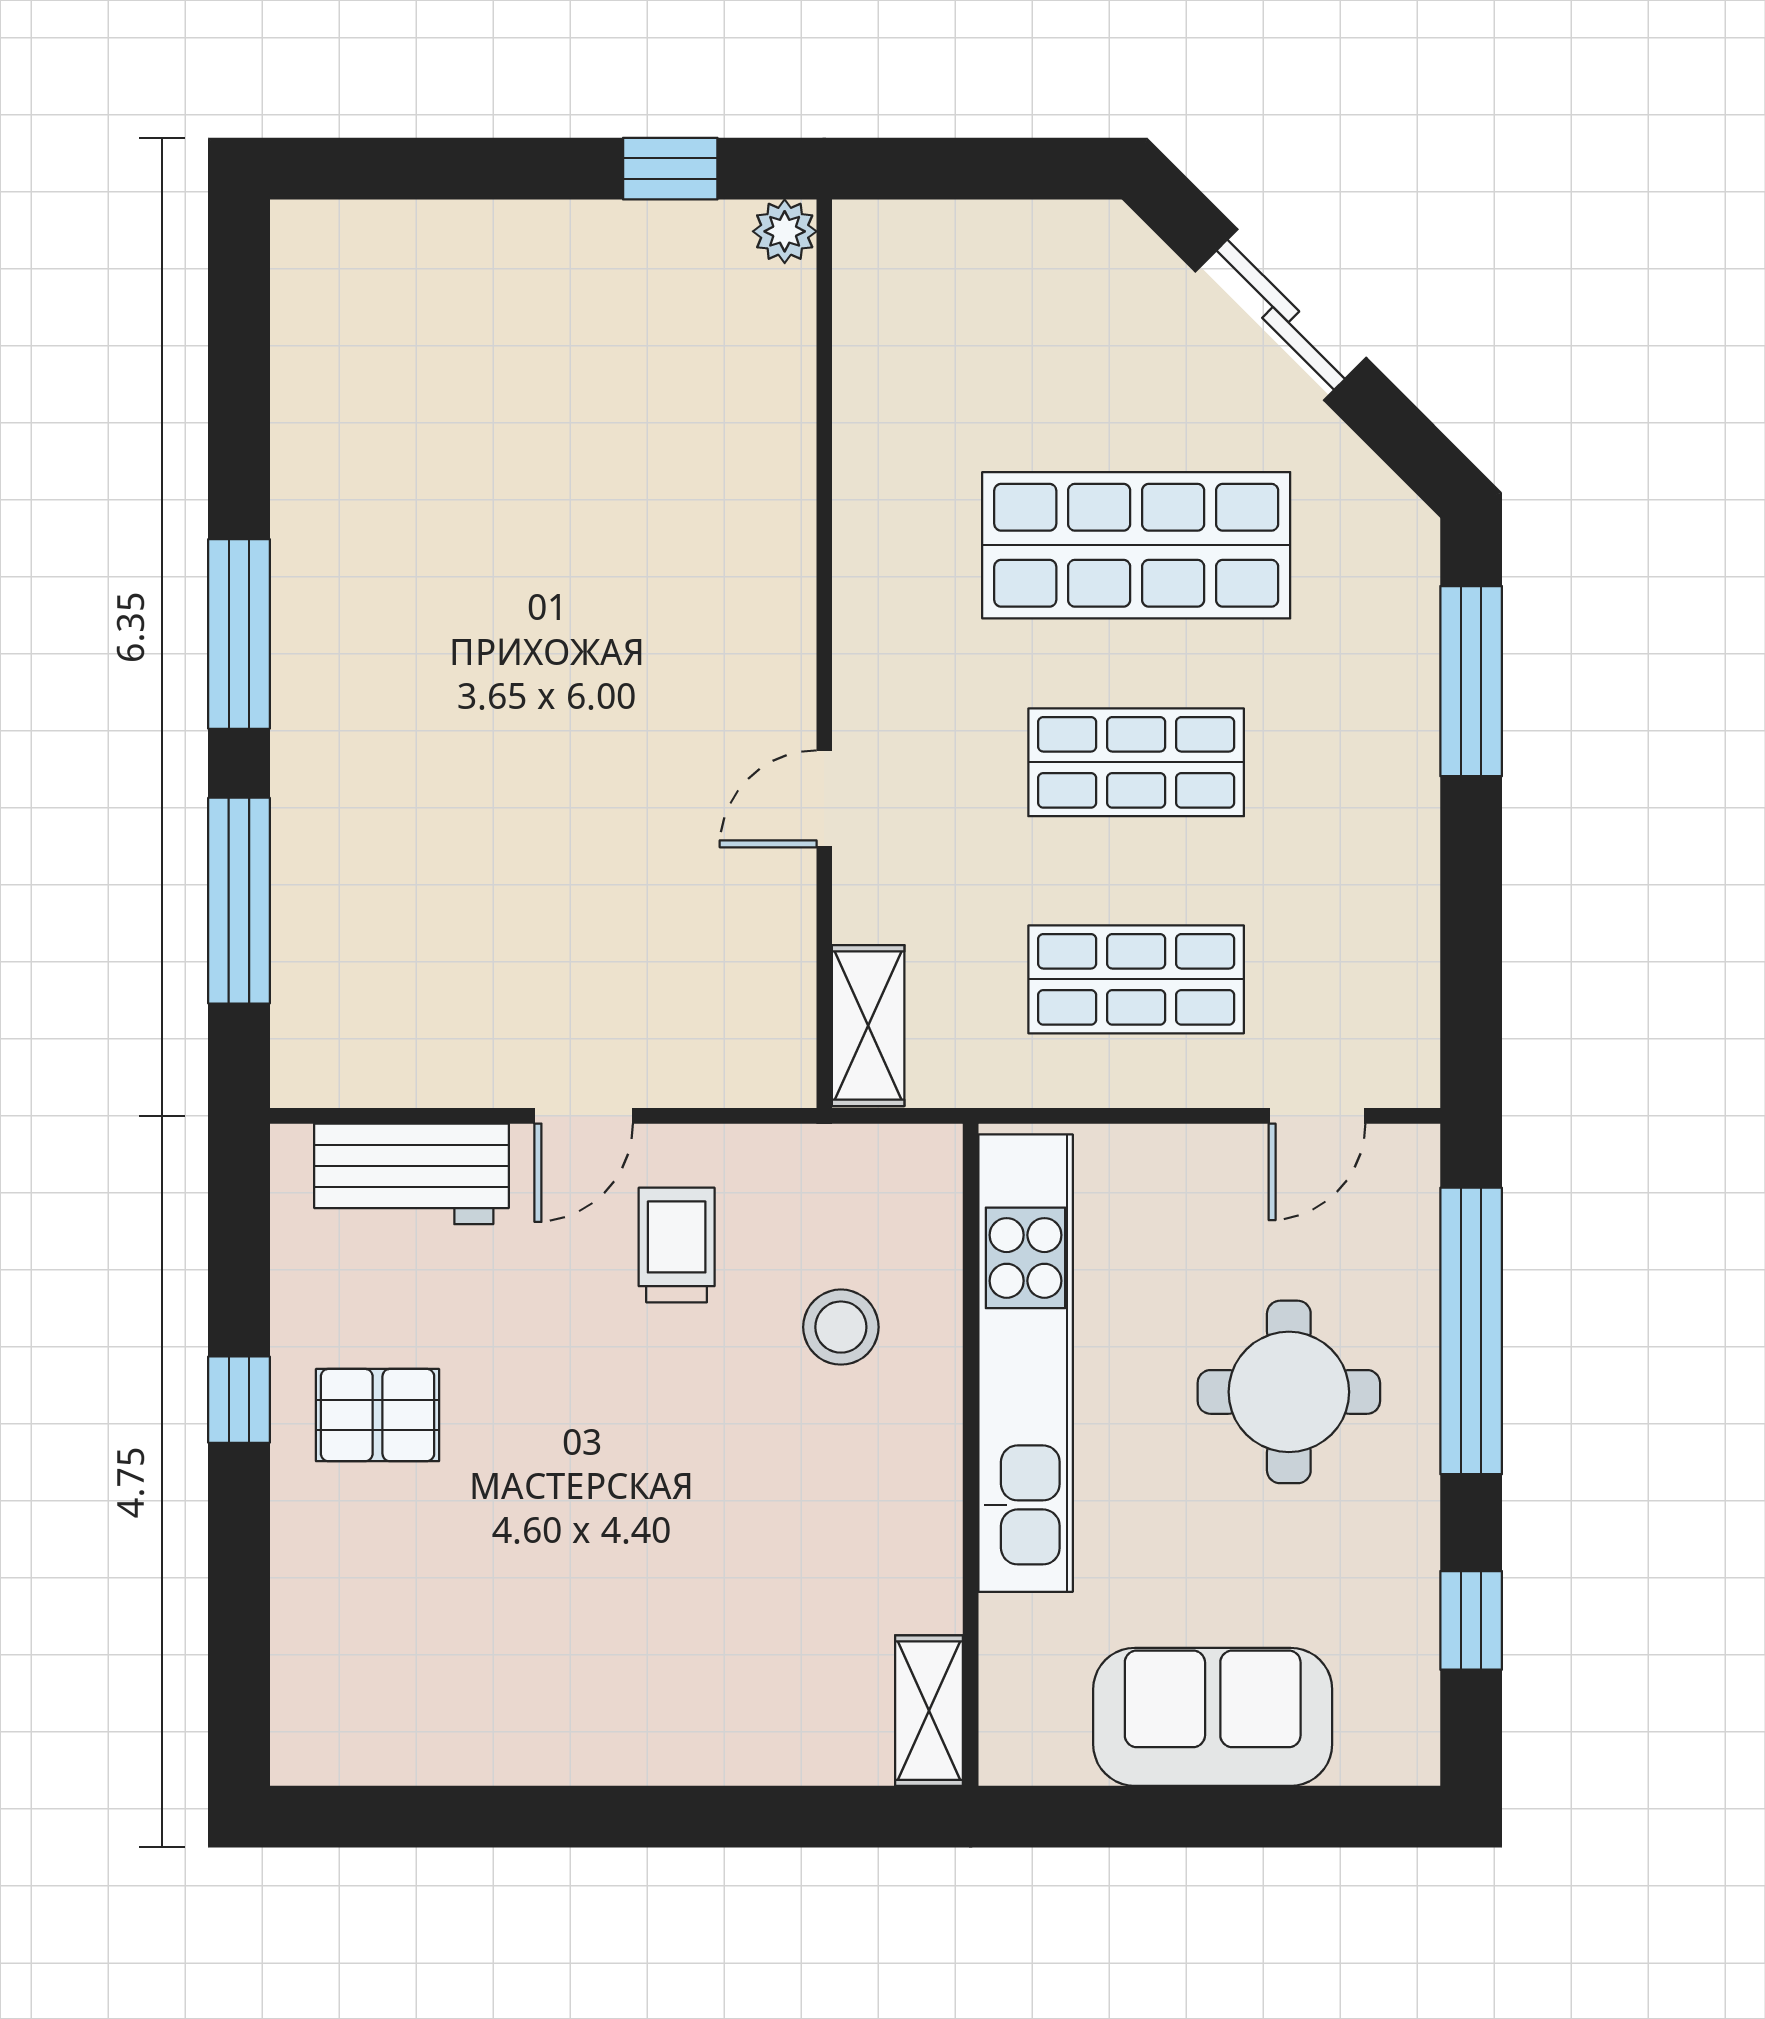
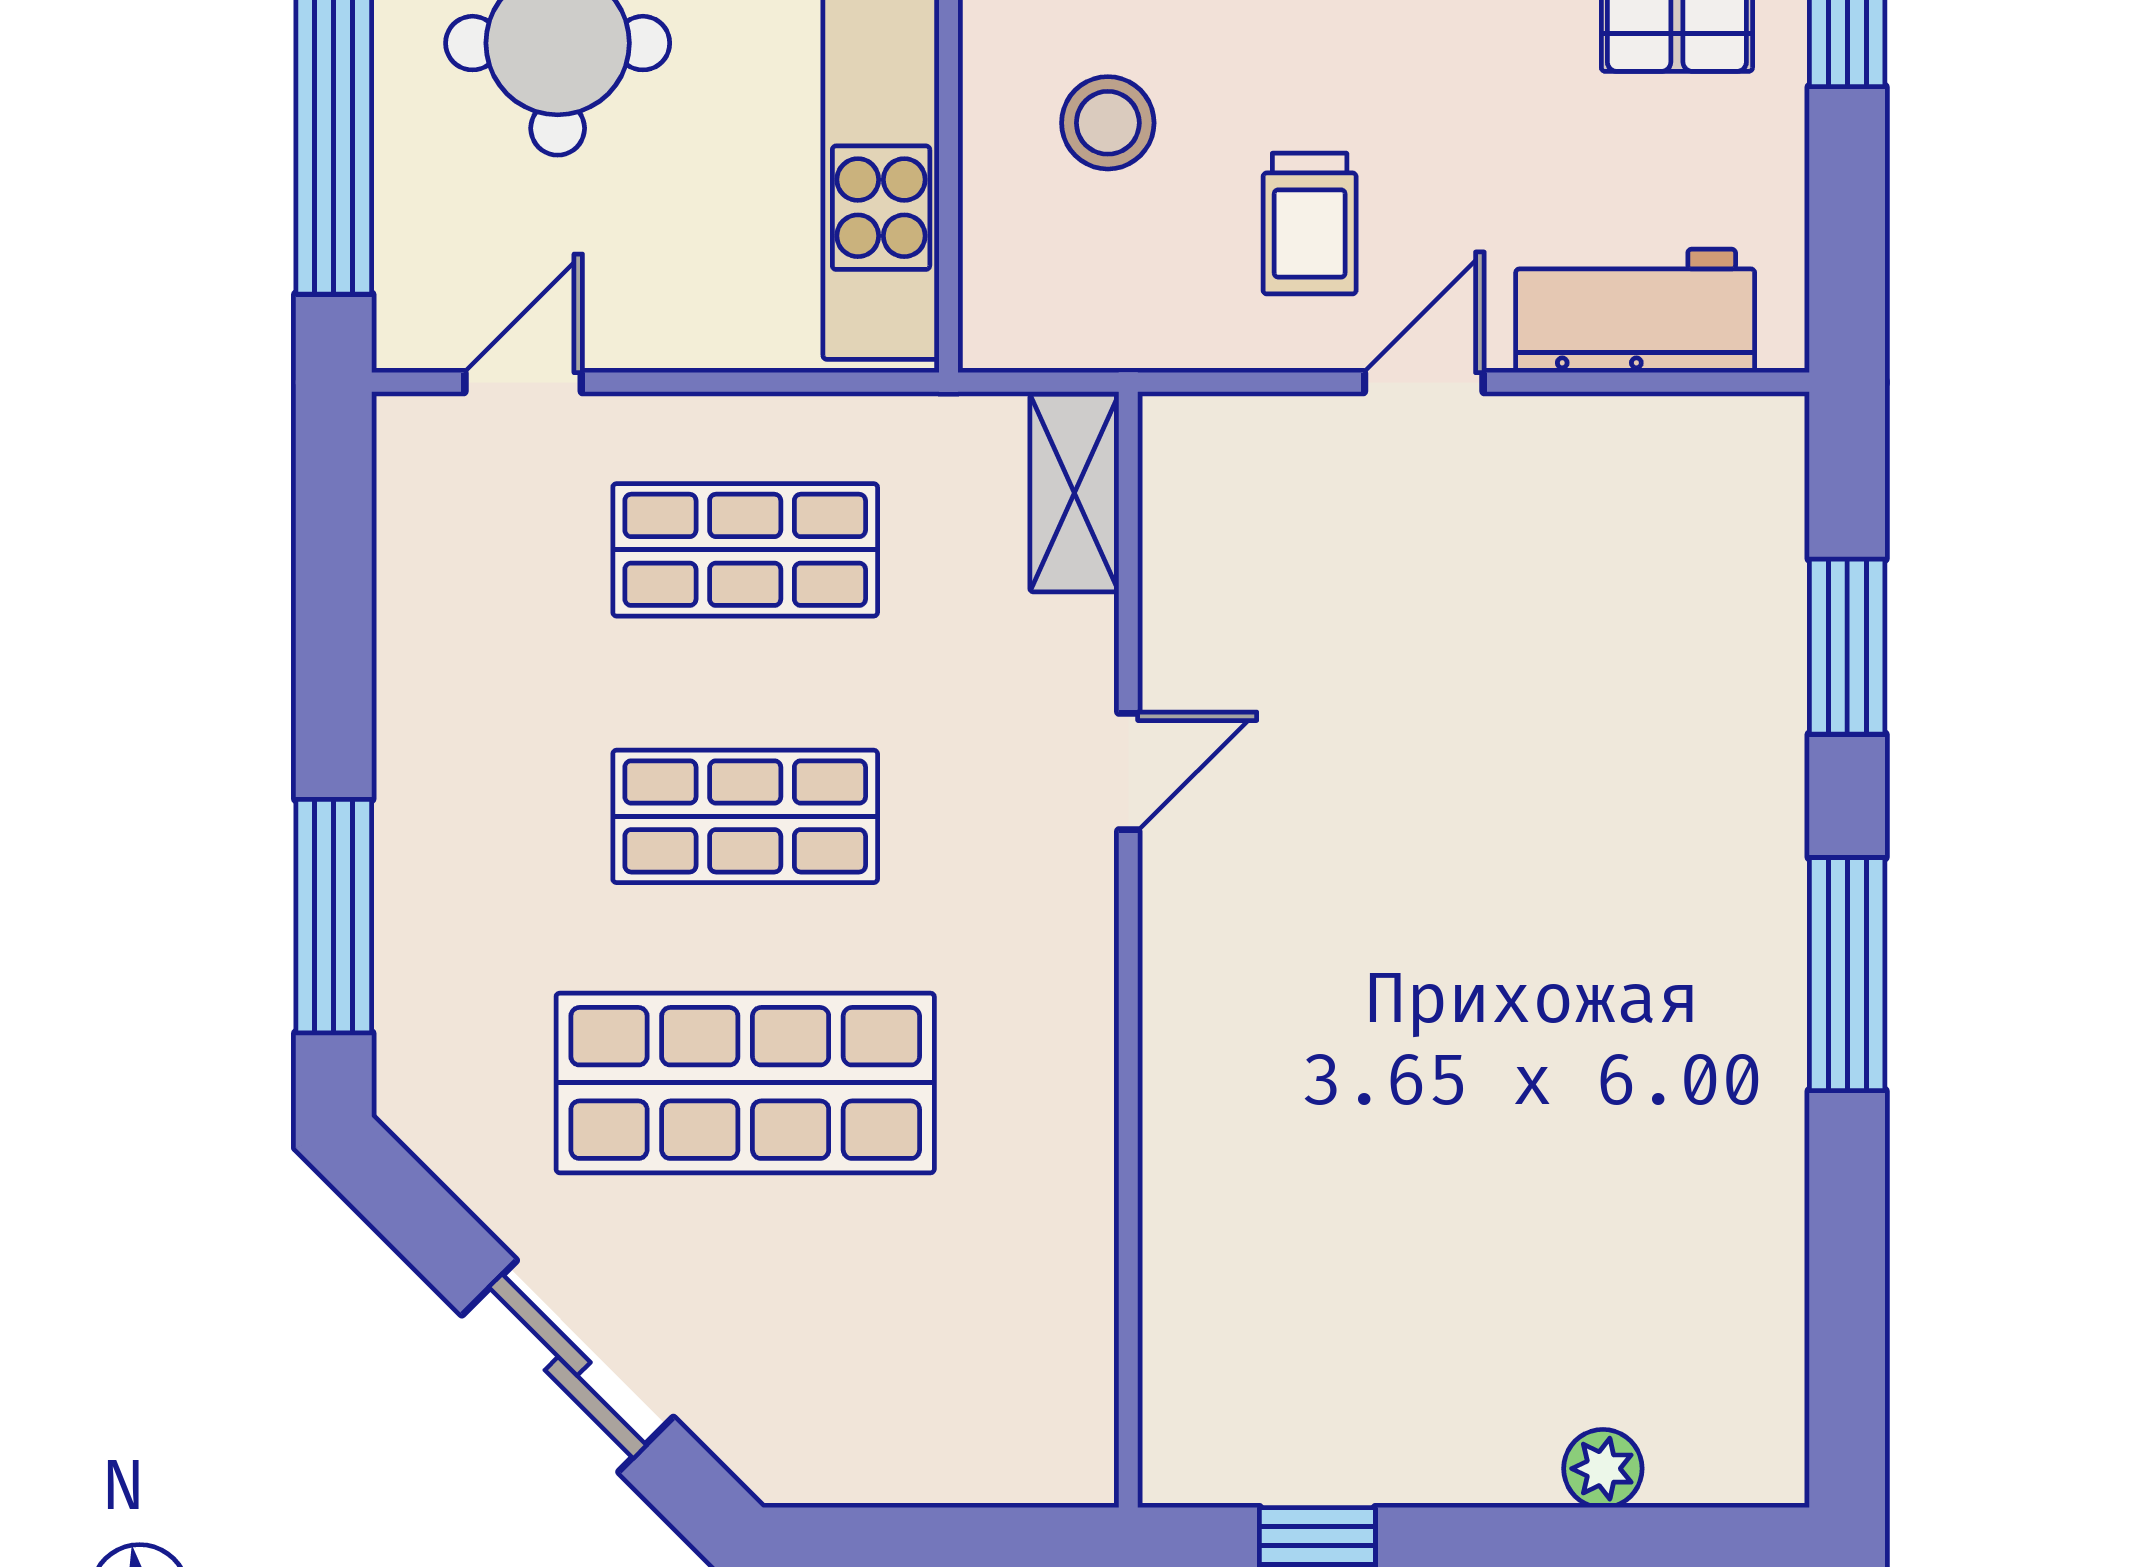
plant: (785, 231) -> (1603, 1469), moved
window: (239, 901) -> (1847, 647), width x0.69

